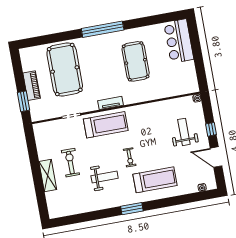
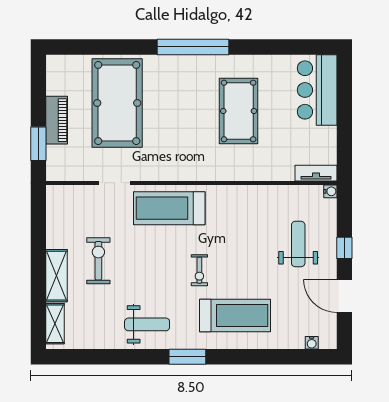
tv unit: (111, 103) -> (316, 173), moved
treadmill: (106, 125) -> (169, 208), turned 180
weight bench: (105, 177) -> (147, 324), moved
shelving: (52, 203) -> (55, 324), added

